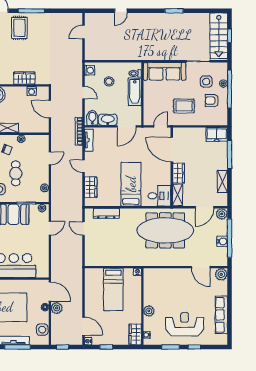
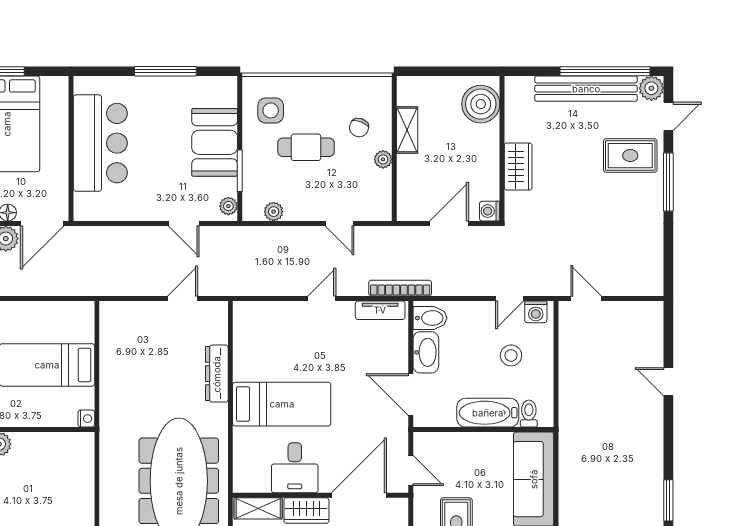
door: (84, 32) -> (586, 298), moved
washing machine: (32, 91) -> (490, 211), moved
door: (84, 93) -> (510, 298), moved
wardrobe: (91, 187) -> (275, 314), removed
desk: (159, 196) -> (295, 468), moved
dresser: (106, 213) -> (217, 374), moved

